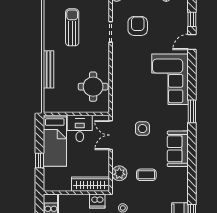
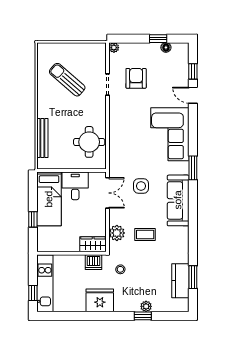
sun lounger: (72, 27) -> (67, 80), turned -49
door: (192, 42) -> (193, 95), hinge flipped
bench: (49, 69) -> (42, 138), moved
double door: (111, 135) -> (108, 193), swing flipped
sofa: (178, 149) -> (178, 200), width x1.36
wardrobe: (91, 184) -> (93, 244), width x0.67

